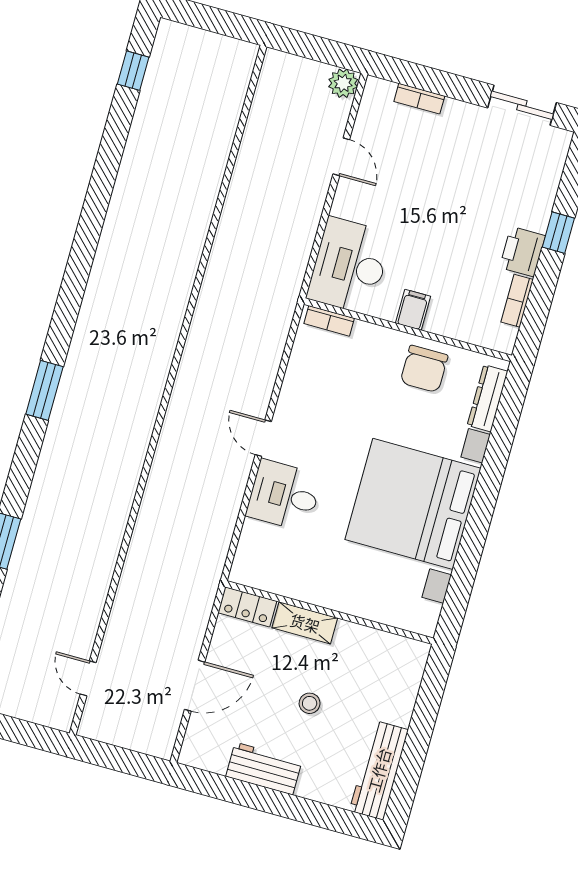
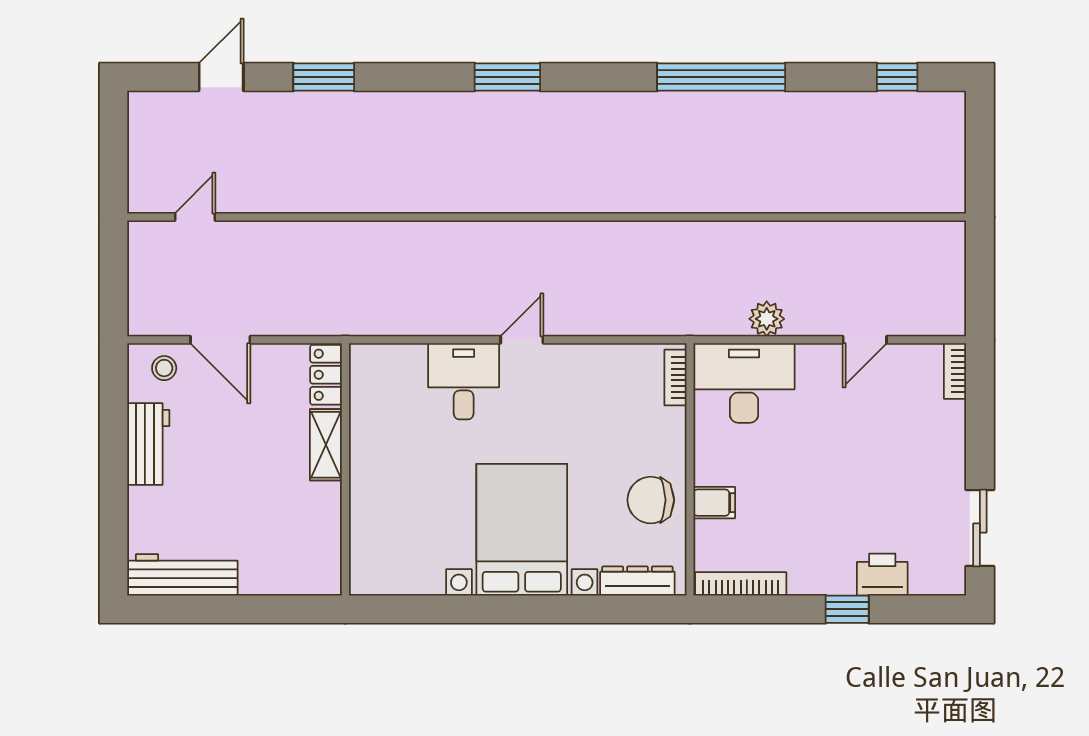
plant: (343, 83) -> (767, 319), moved
bookcase: (419, 99) -> (955, 371), moved
window: (93, 215) -> (721, 77), added
printer: (522, 252) -> (882, 575), moved
bookcase: (517, 301) -> (741, 584), width x1.56
filing cabinet: (413, 310) -> (714, 503), moved
bed with nightstands: (413, 504) -> (522, 530), width x0.73
stool: (310, 703) -> (164, 368), moved

